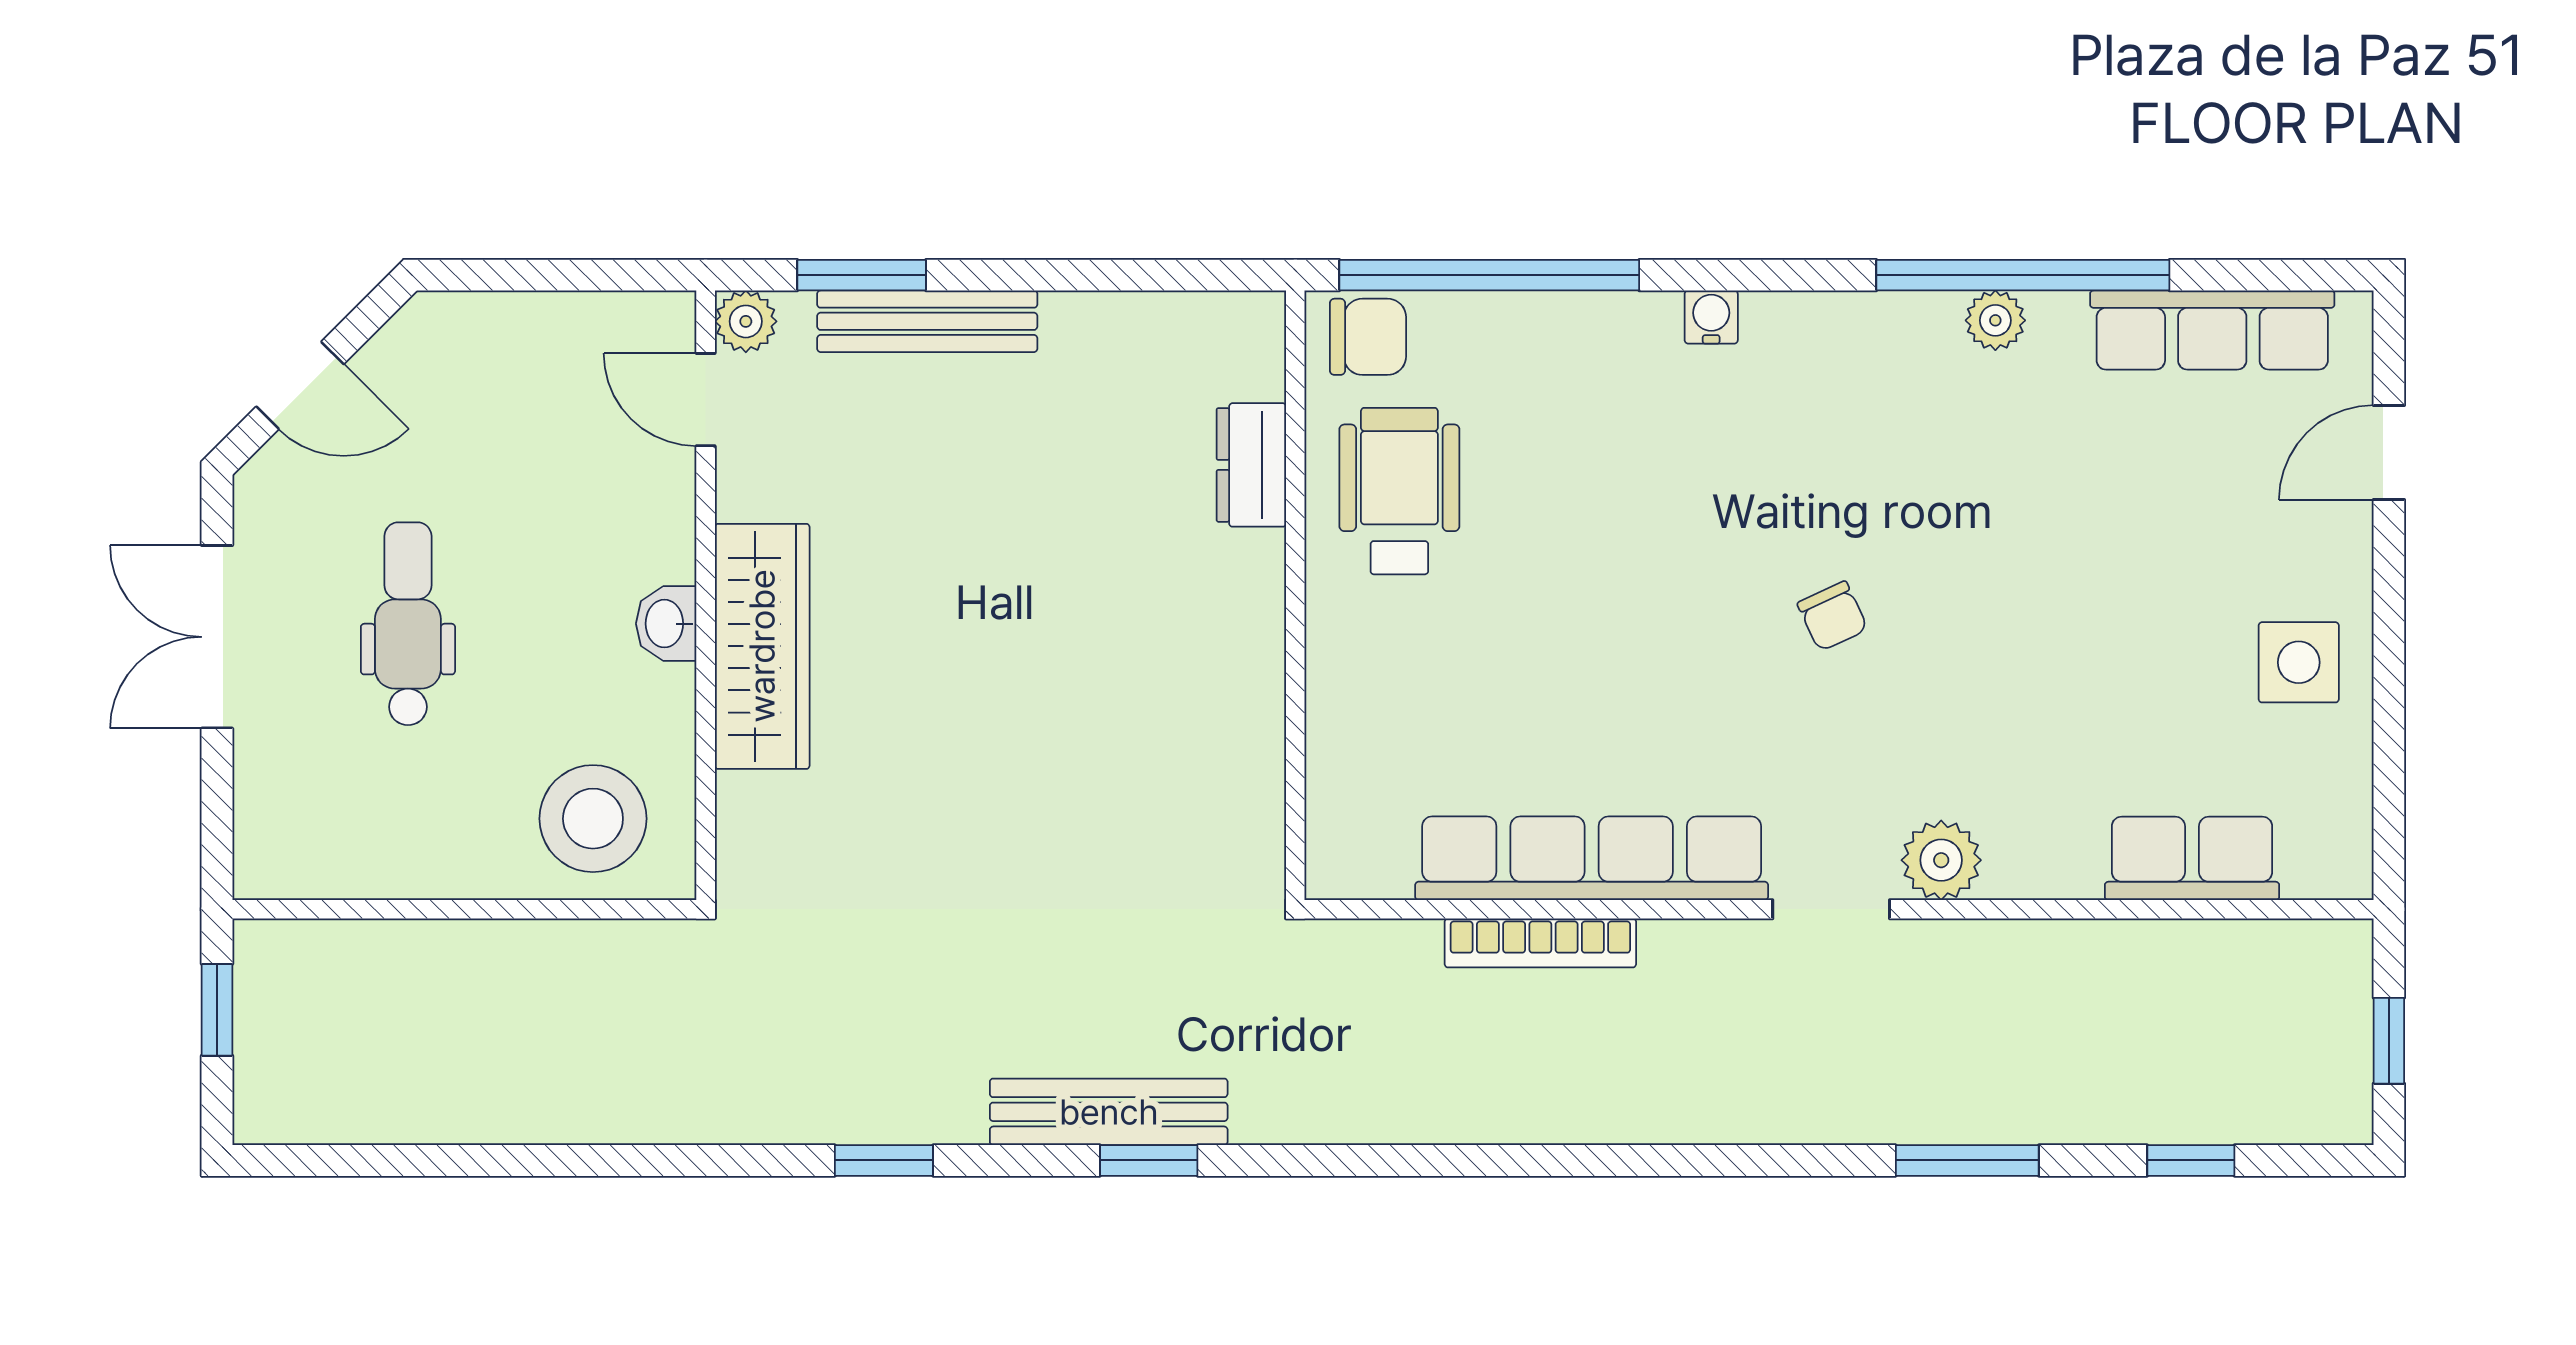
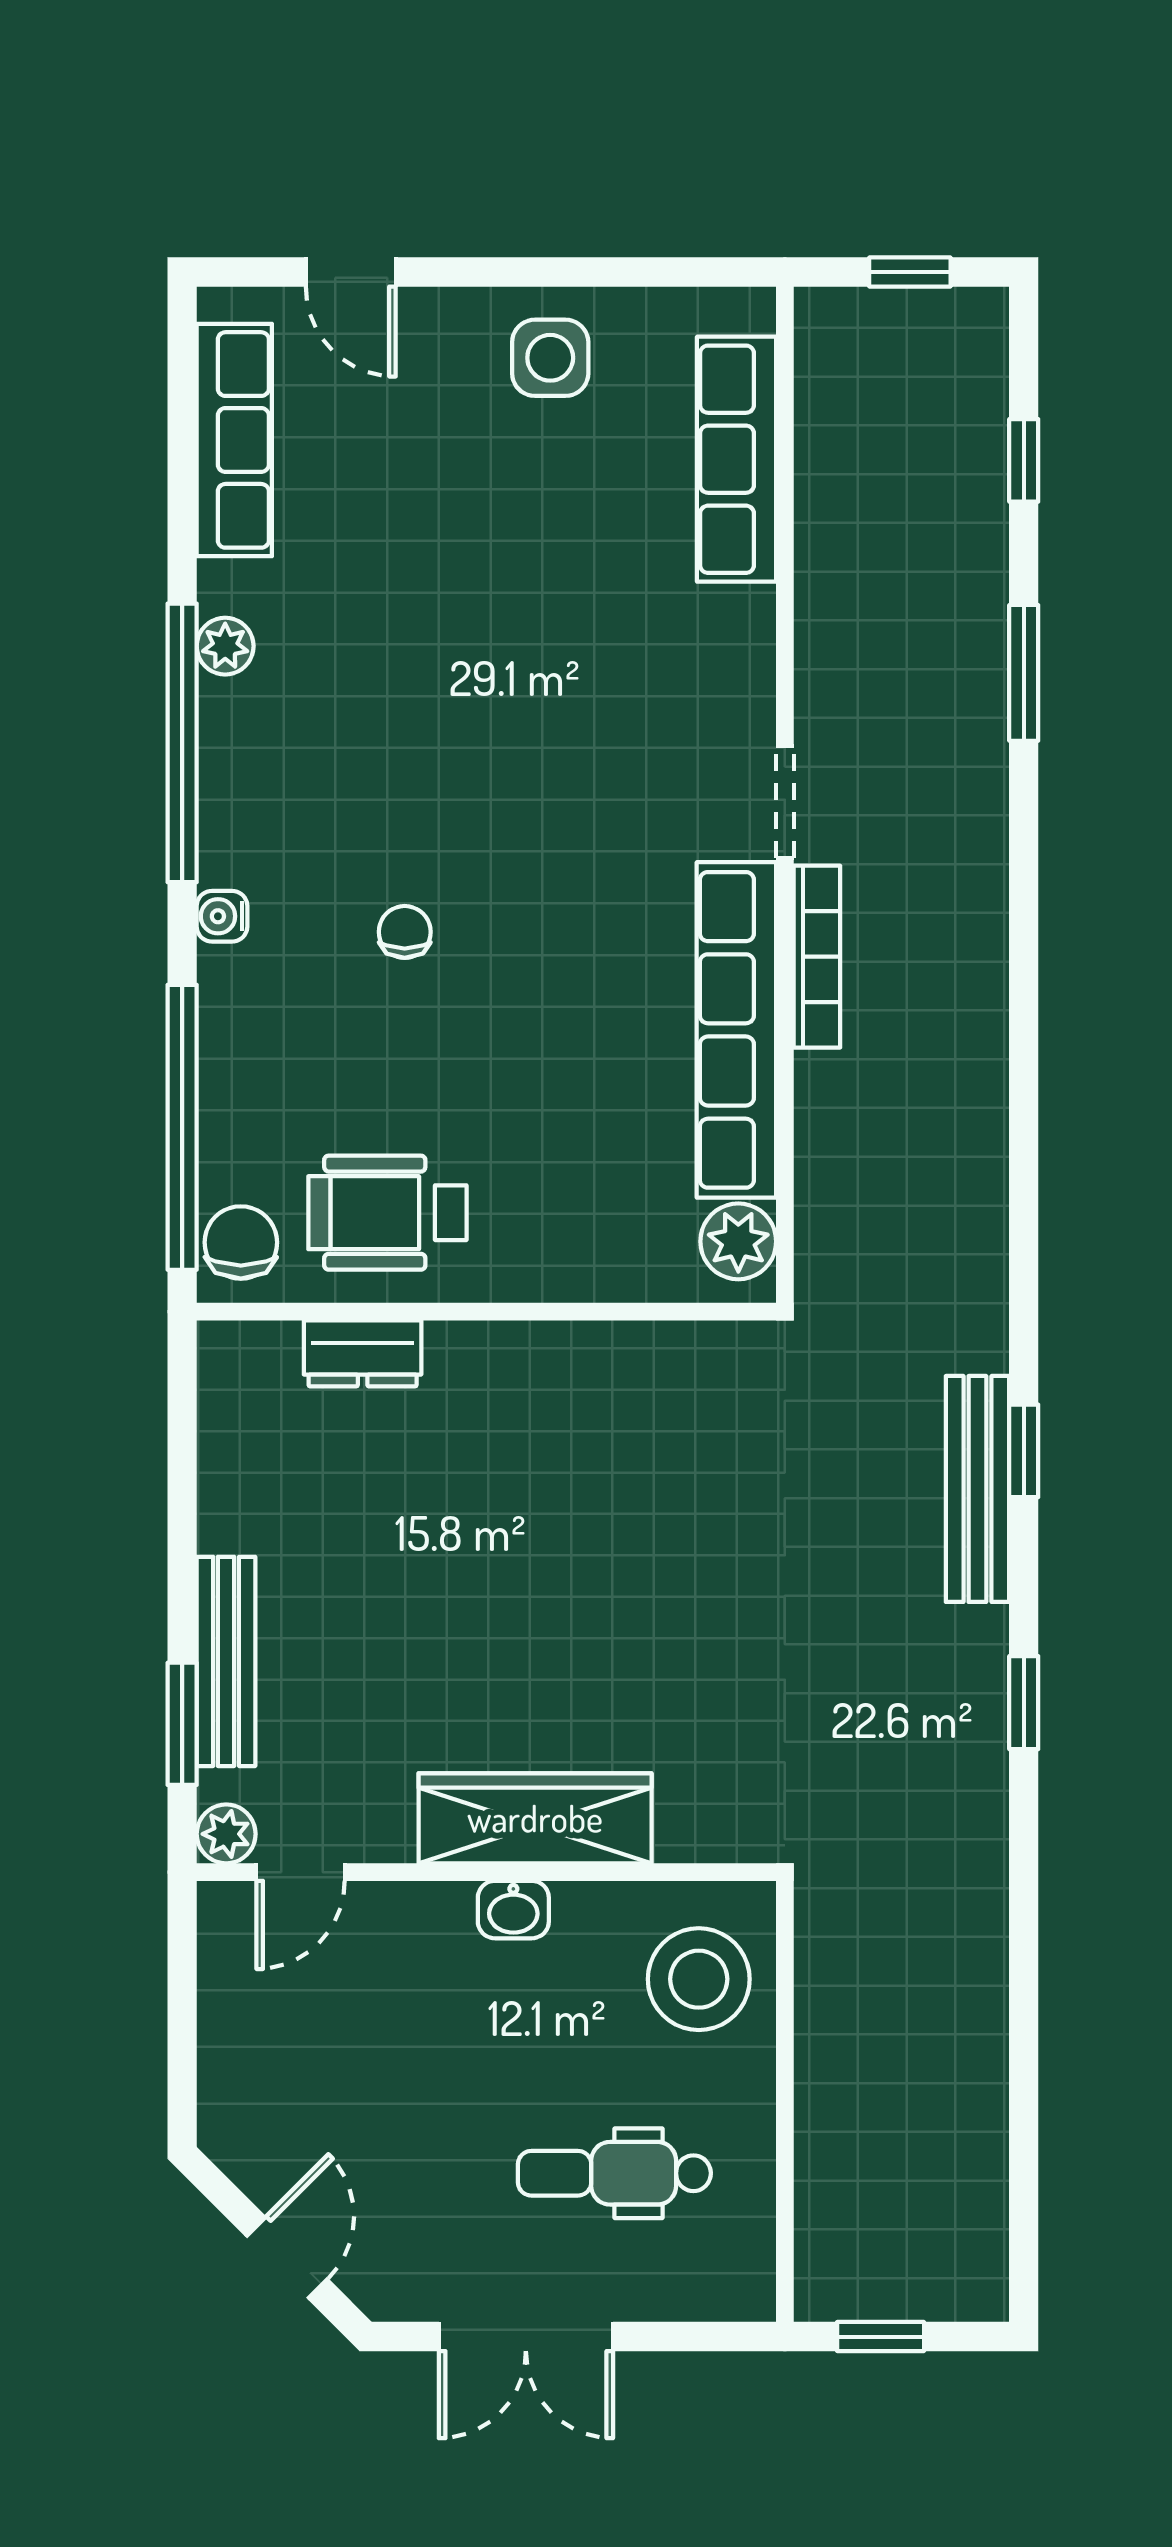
window: (2023, 275) -> (182, 743), moved
chair: (1832, 616) -> (405, 932), moved, turned -65
dental chair: (408, 624) -> (614, 2173), moved
row of seats: (2192, 858) -> (737, 459), width x1.48
plant: (1941, 860) -> (738, 1241), moved
bookcase: (1540, 943) -> (817, 957), moved

